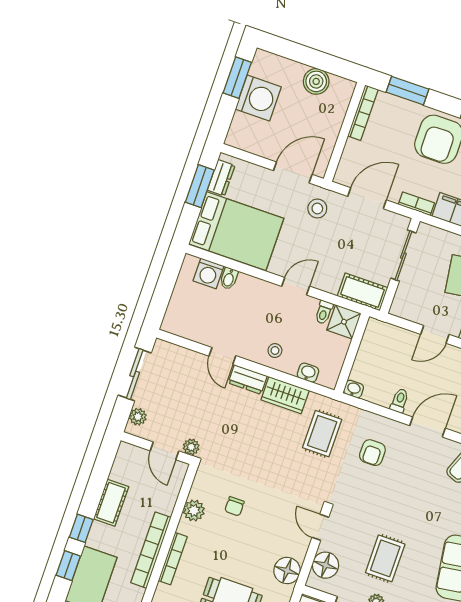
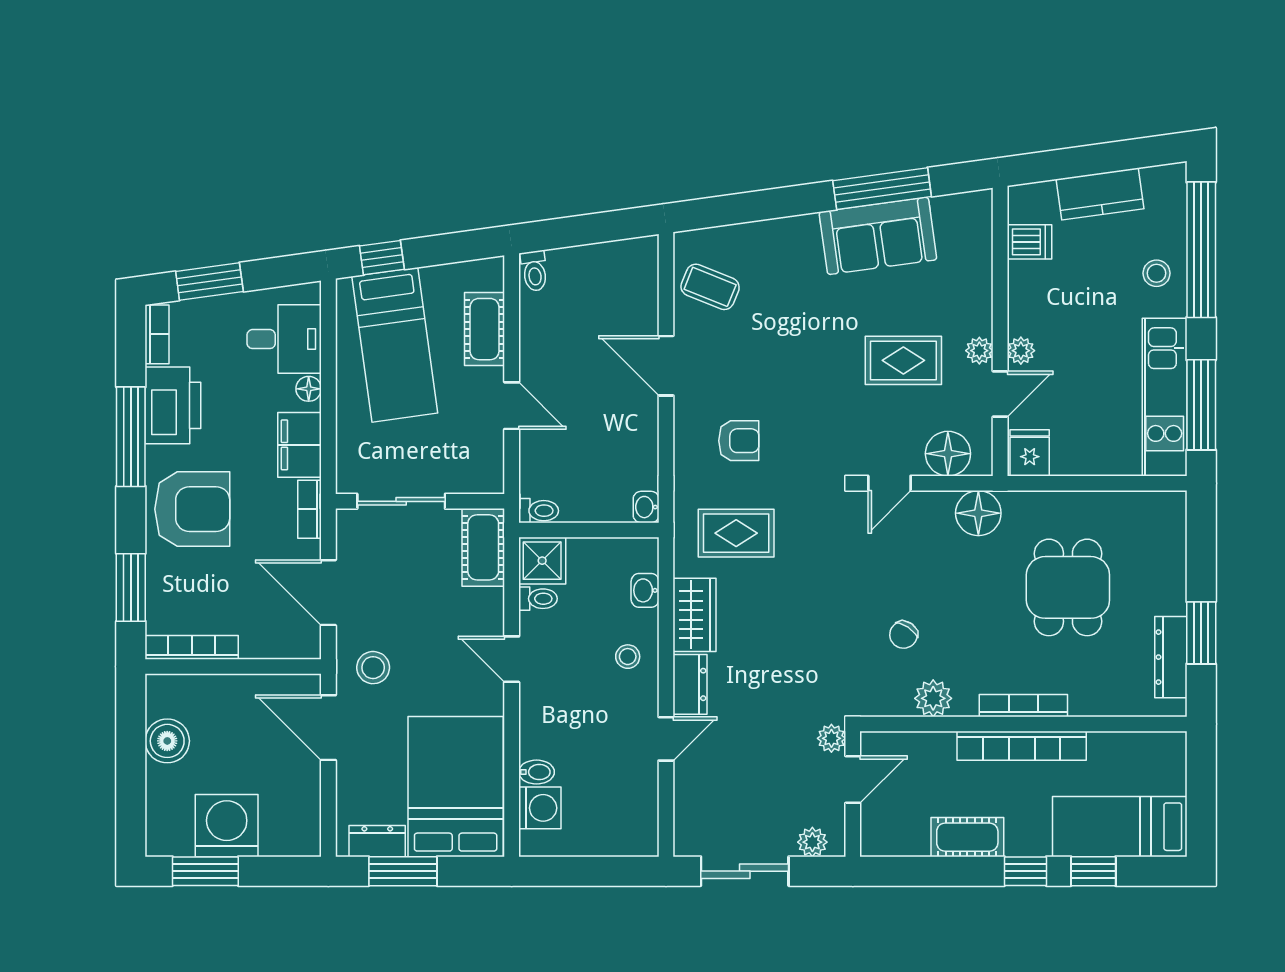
toilet: (399, 401) -> (539, 511), moved, turned 180
chair: (234, 506) -> (904, 635), turned 124

